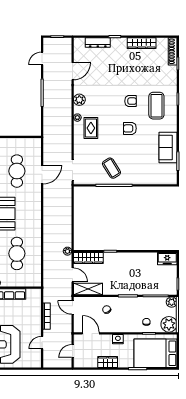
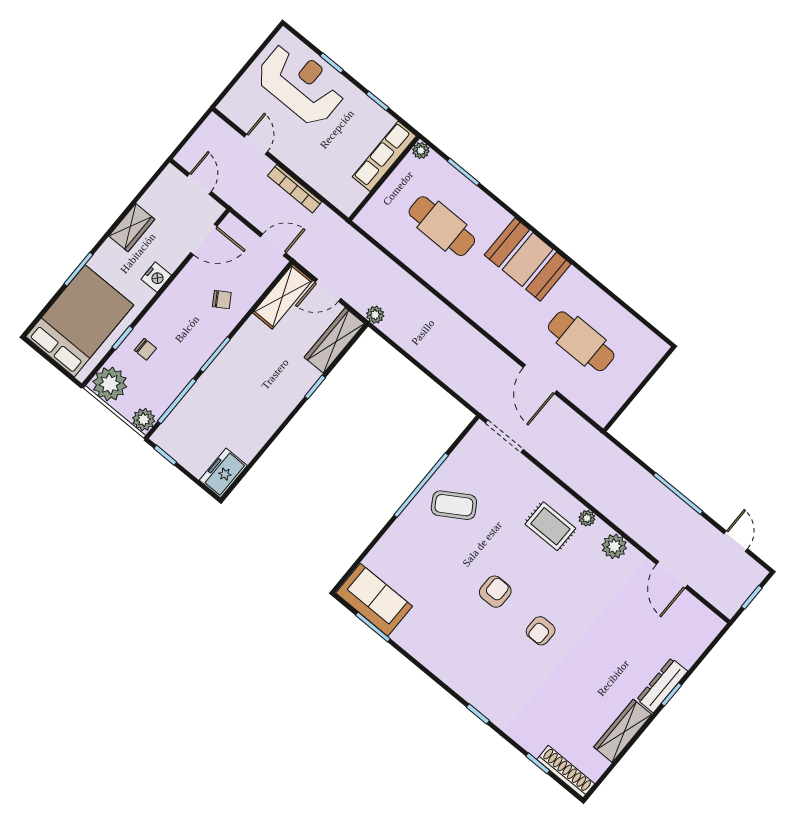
dresser: (98, 42) -> (662, 685), moved
coffee table: (156, 106) -> (497, 668), removed
sofa: (168, 147) -> (374, 600), moved

